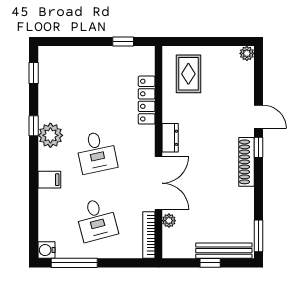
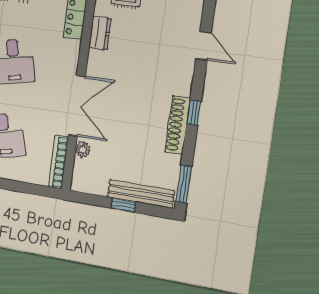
dresser: (170, 138) -> (100, 33), moved
window: (258, 147) -> (194, 113), moved
shoe rack: (247, 162) -> (178, 125), moved

